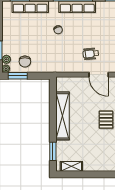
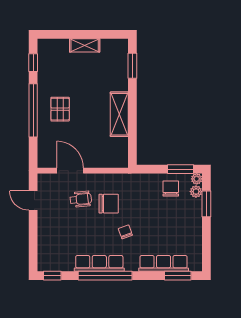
chair: (70, 50) -> (109, 204), added
shelving: (63, 116) -> (119, 114), width x0.68
shelving: (71, 166) -> (85, 45), moved

